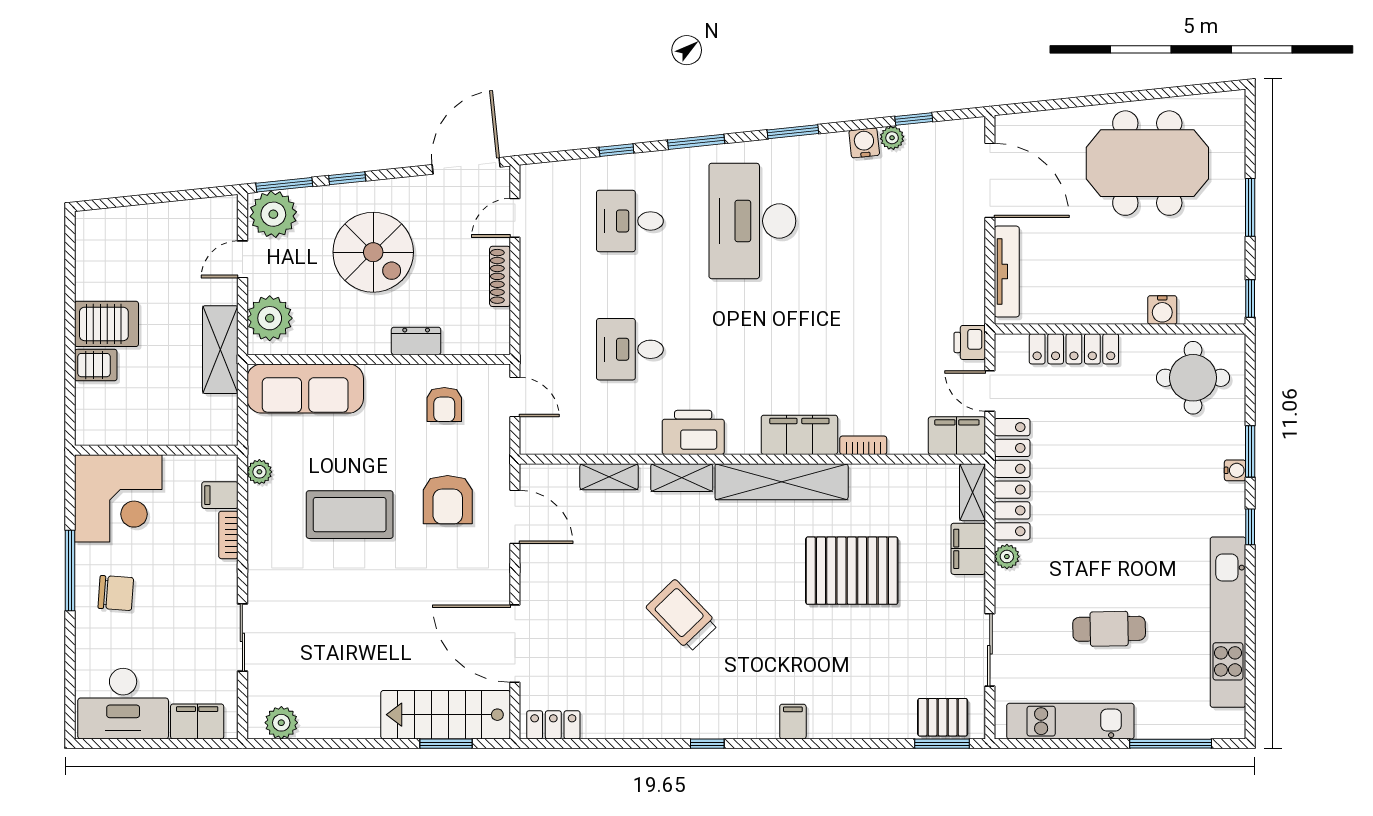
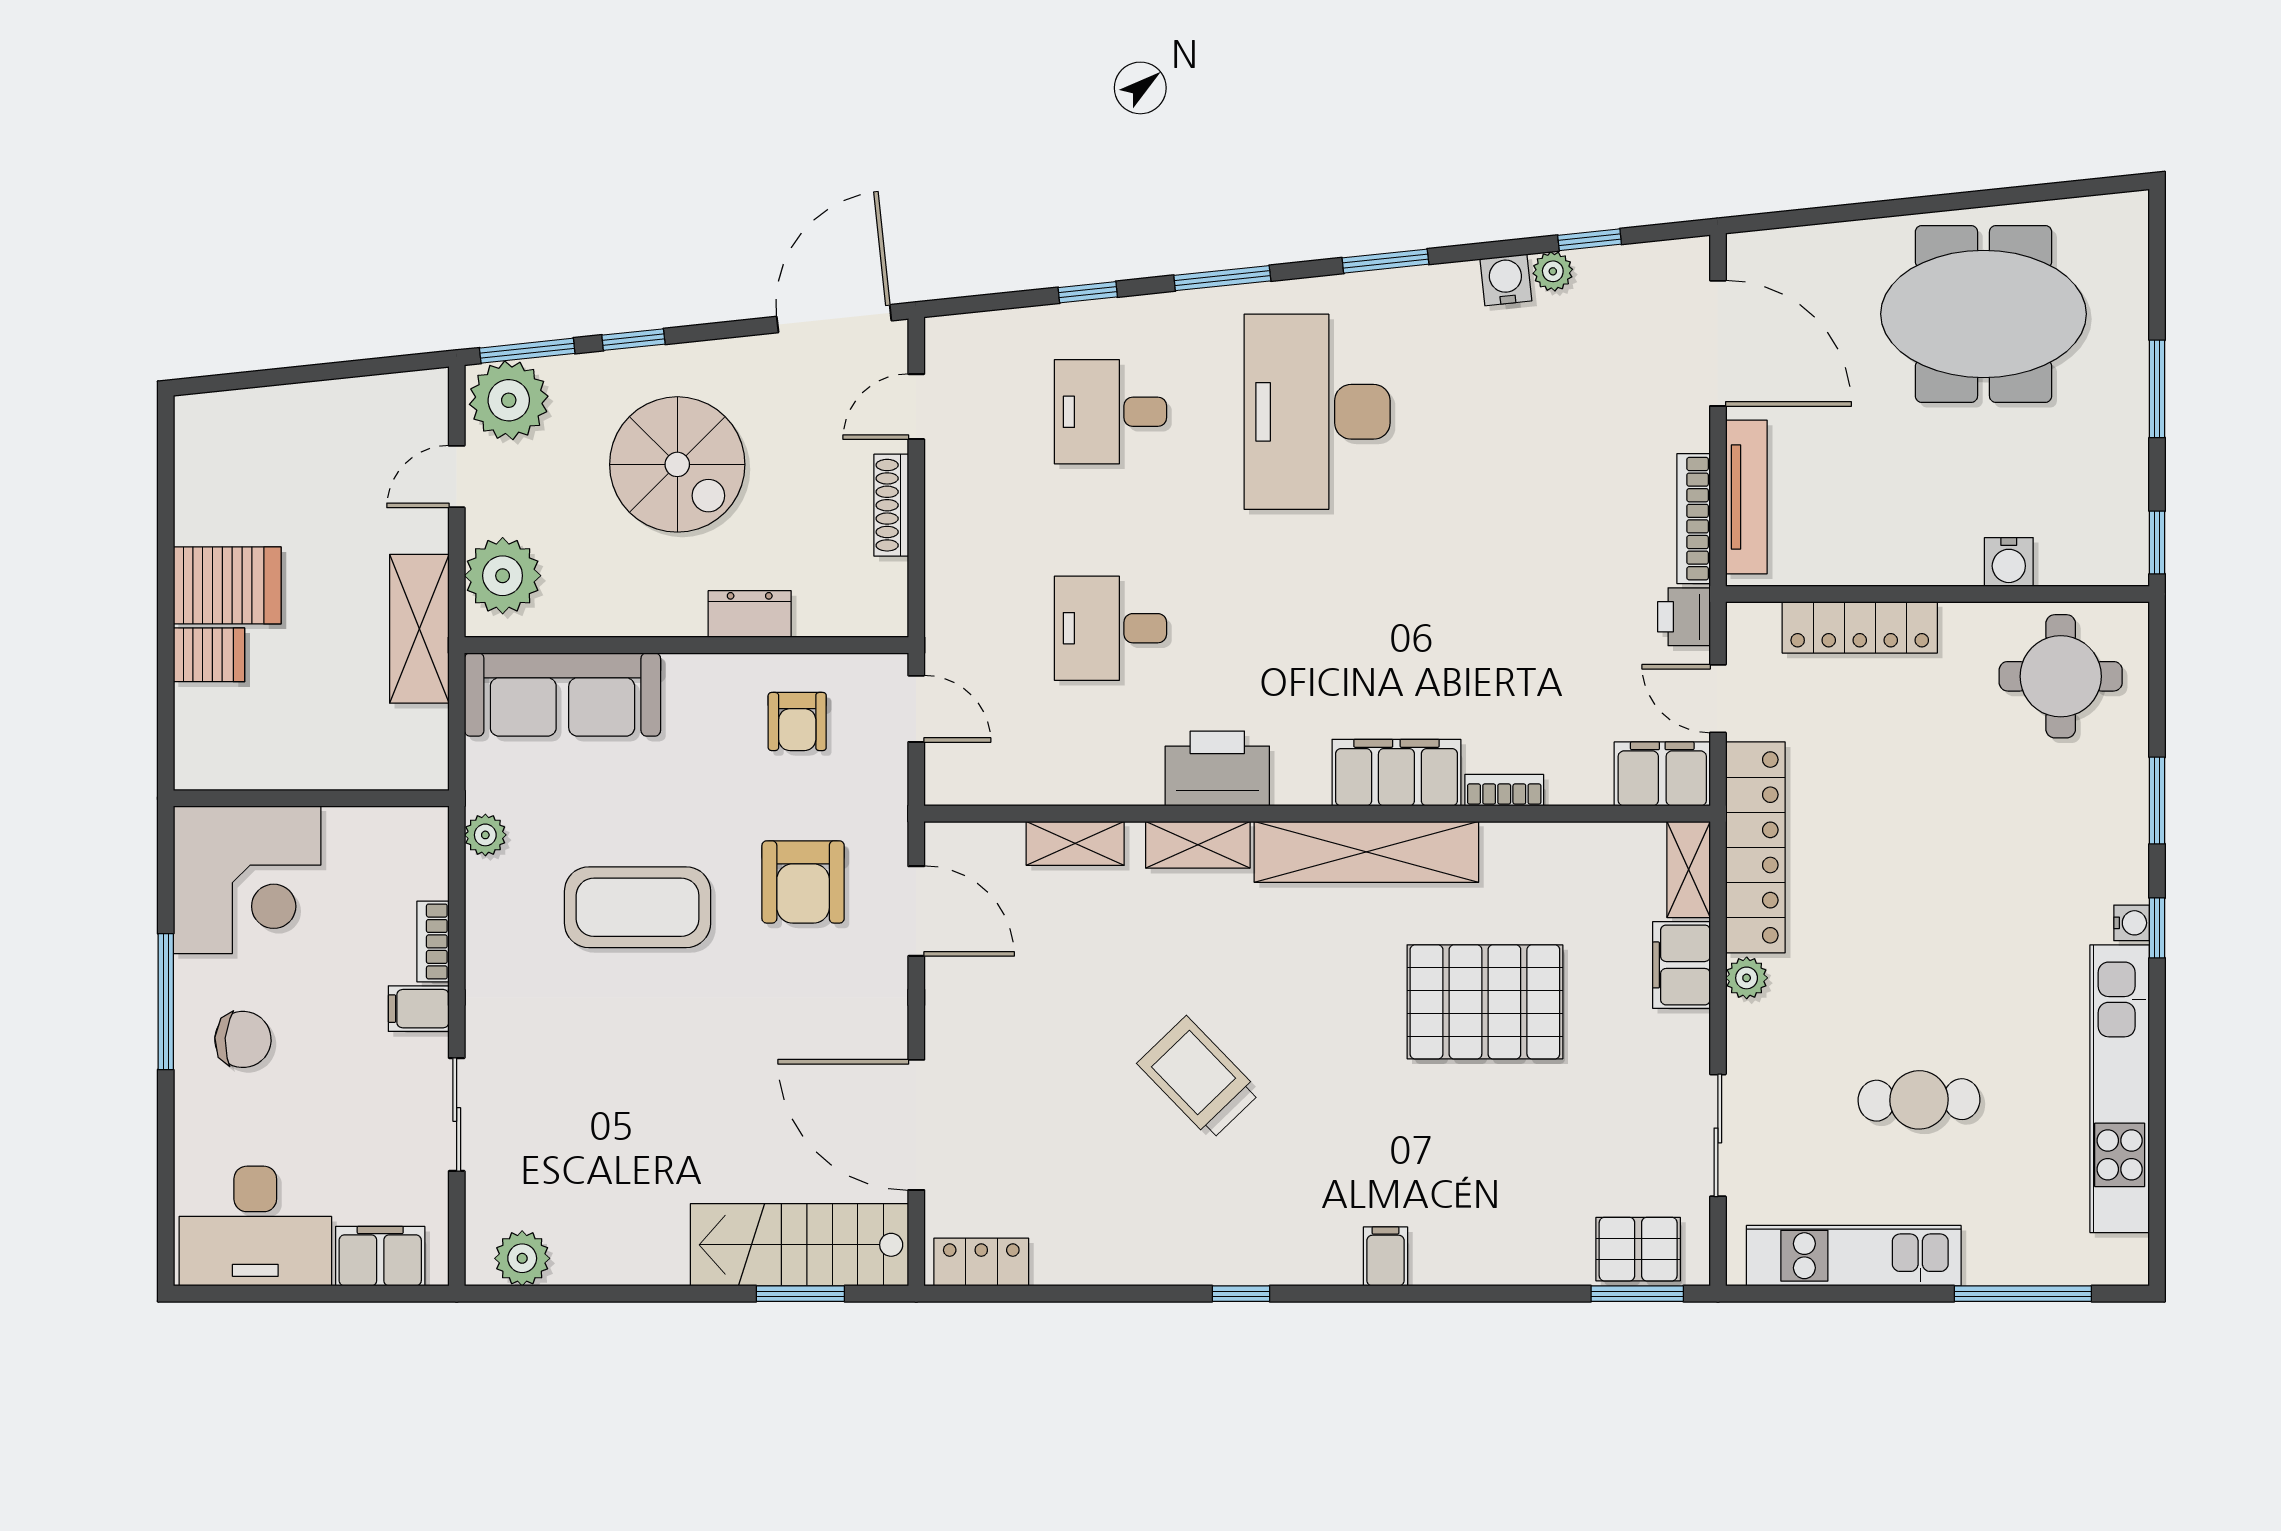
bookcase: (975, 284) -> (1694, 519), added
water cooler: (1235, 470) -> (2132, 923), moved
filing cabinet: (220, 495) -> (419, 1009), moved

